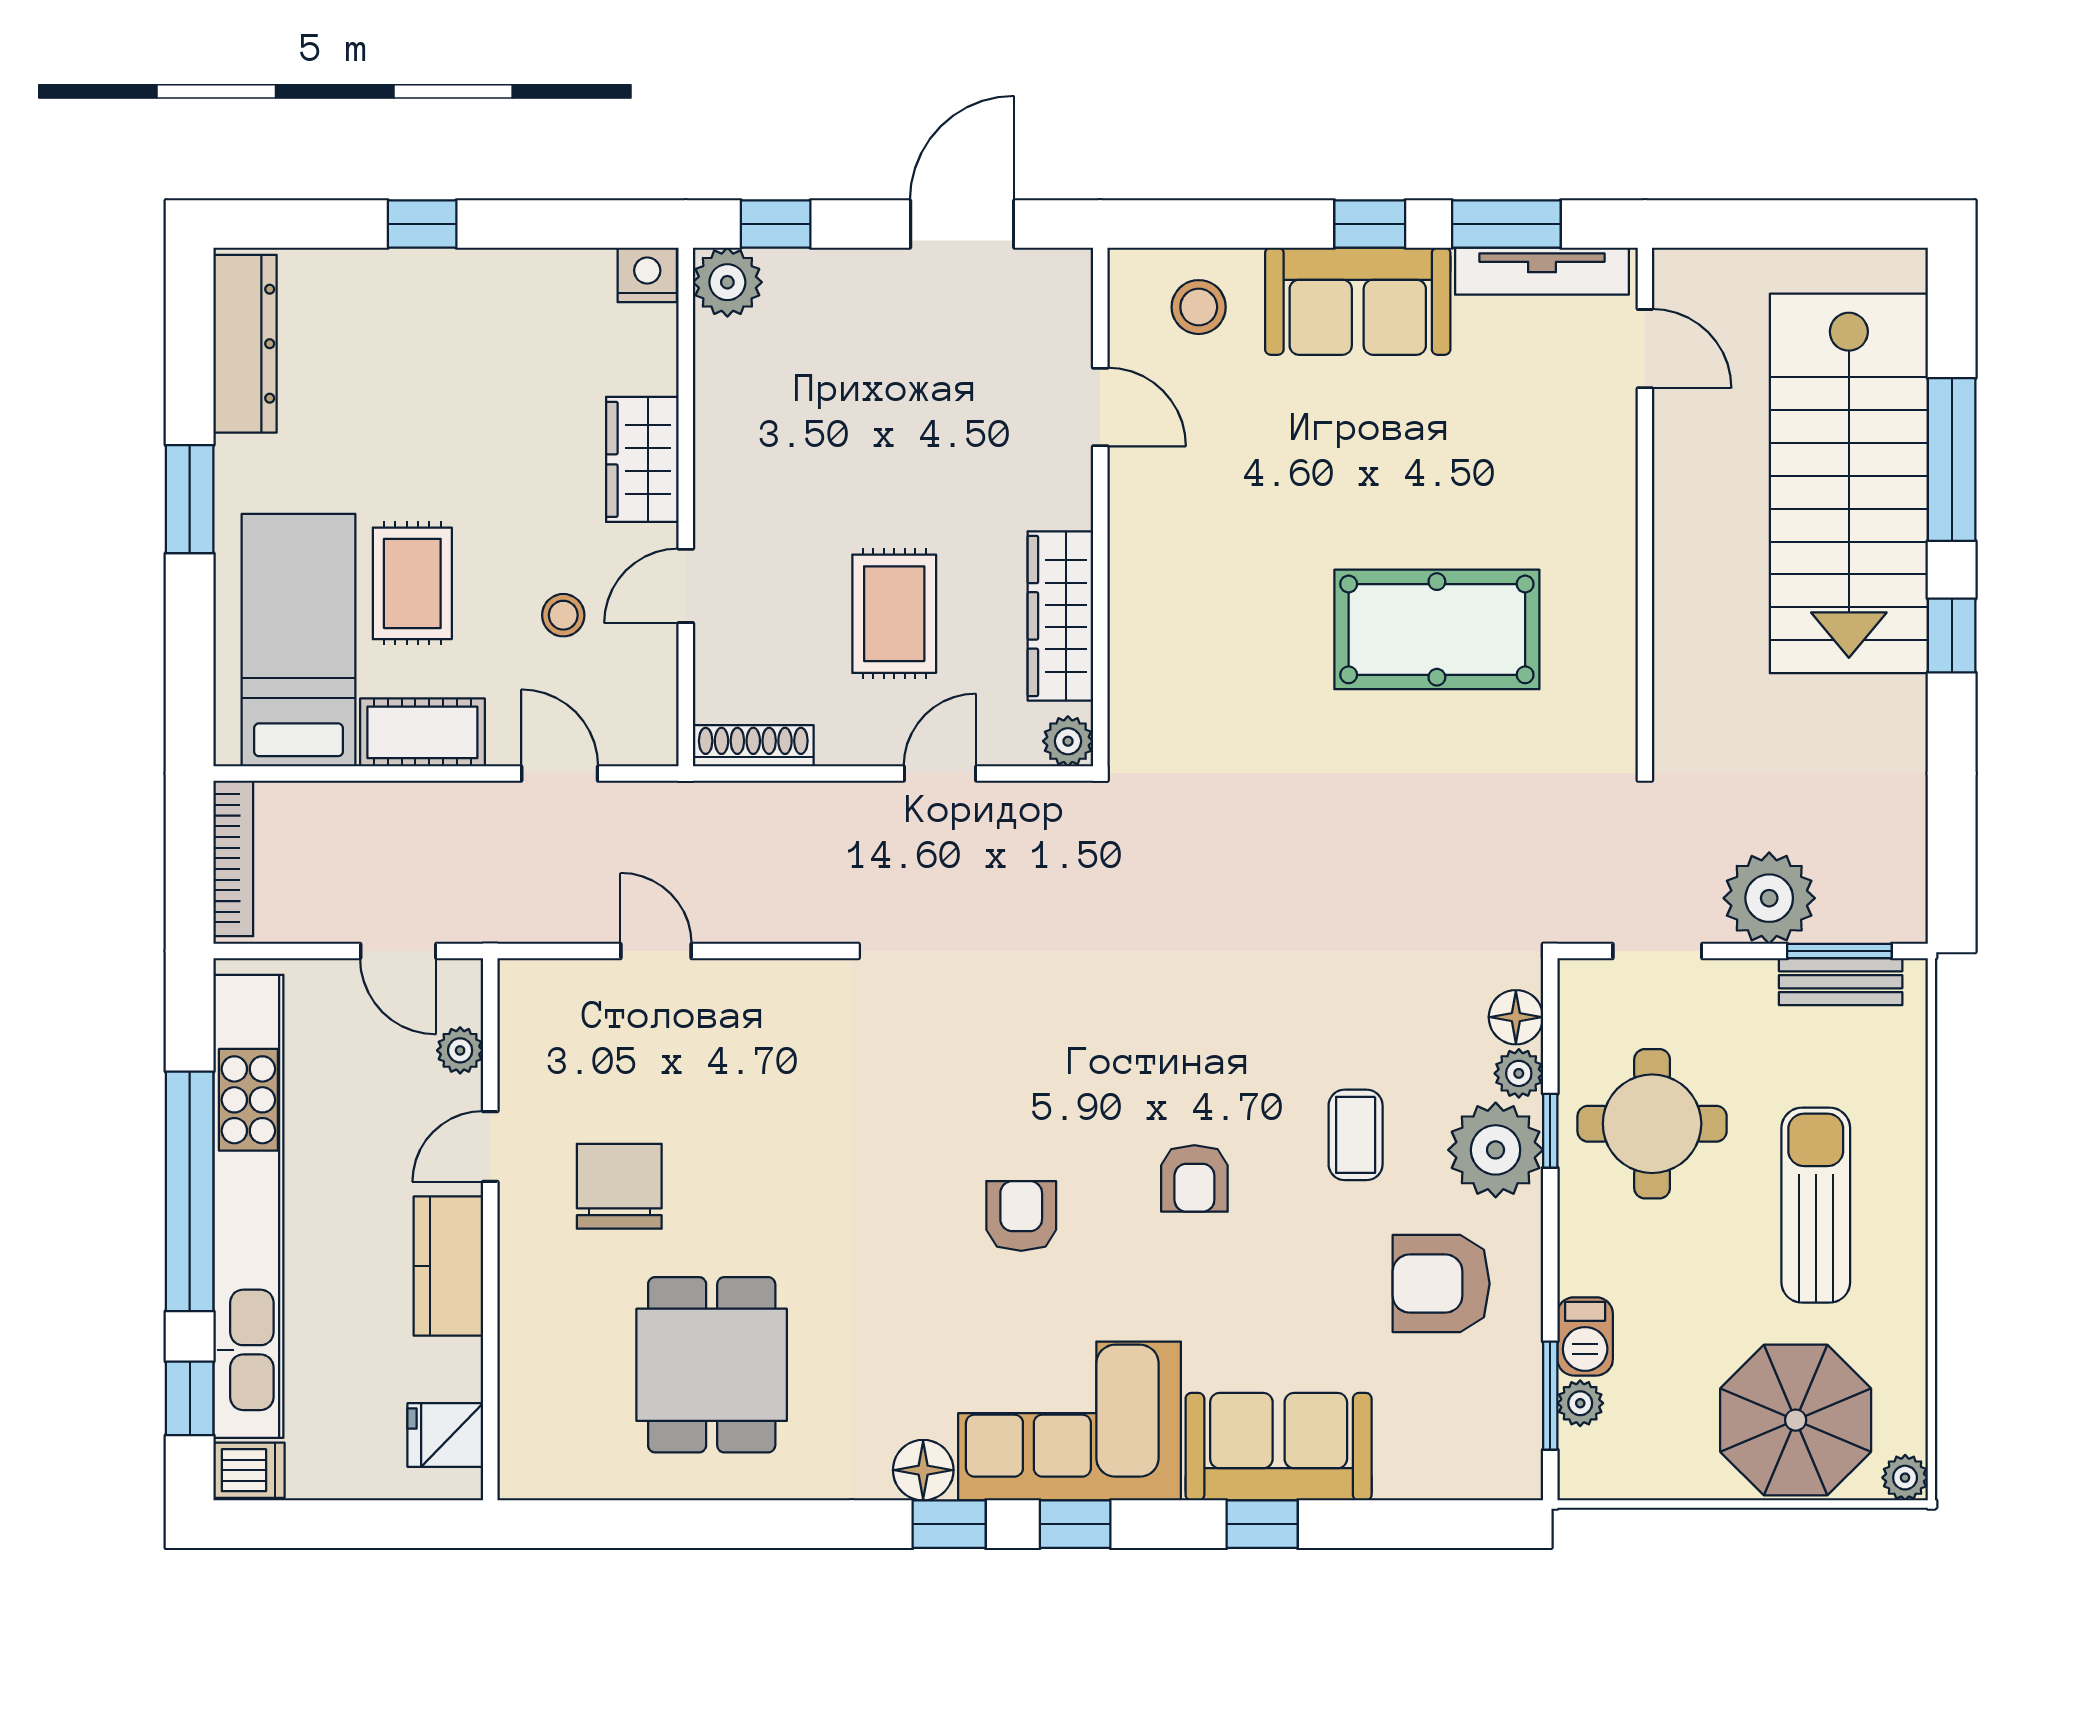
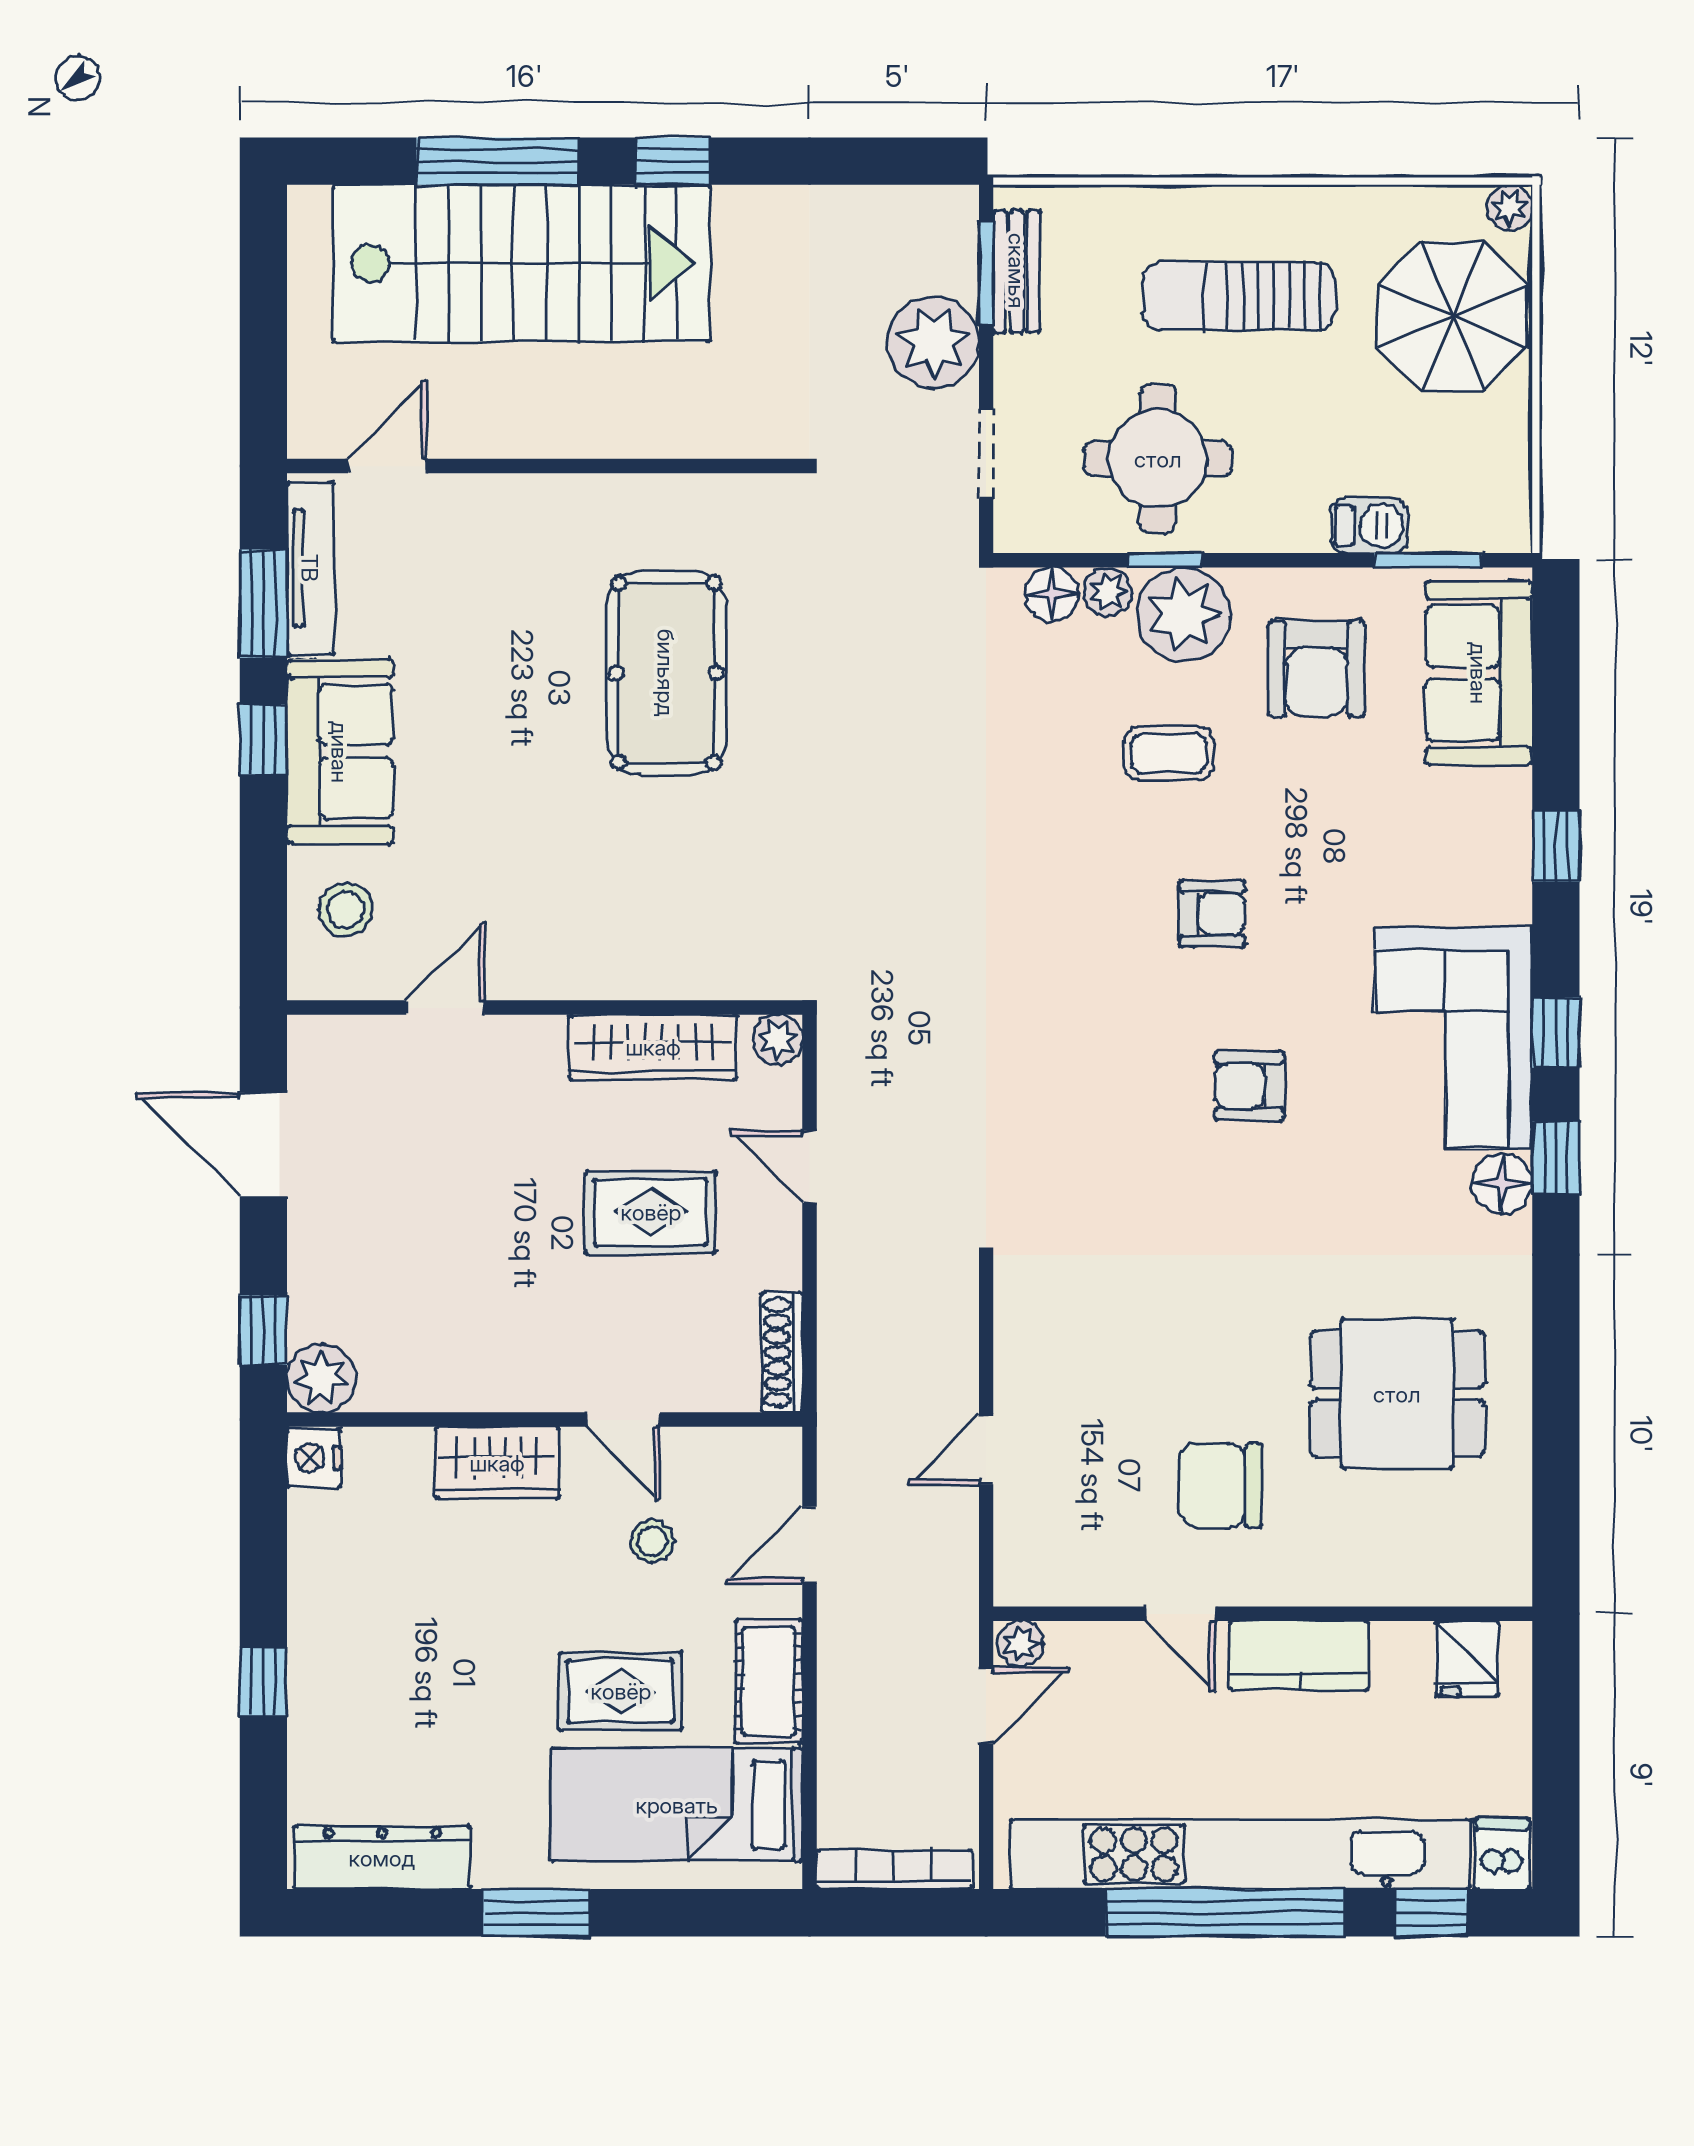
plant: (460, 1050) -> (1020, 1644), moved
plant: (1580, 1403) -> (1436, 530), removed
sofa: (1279, 1447) -> (1479, 673), moved

